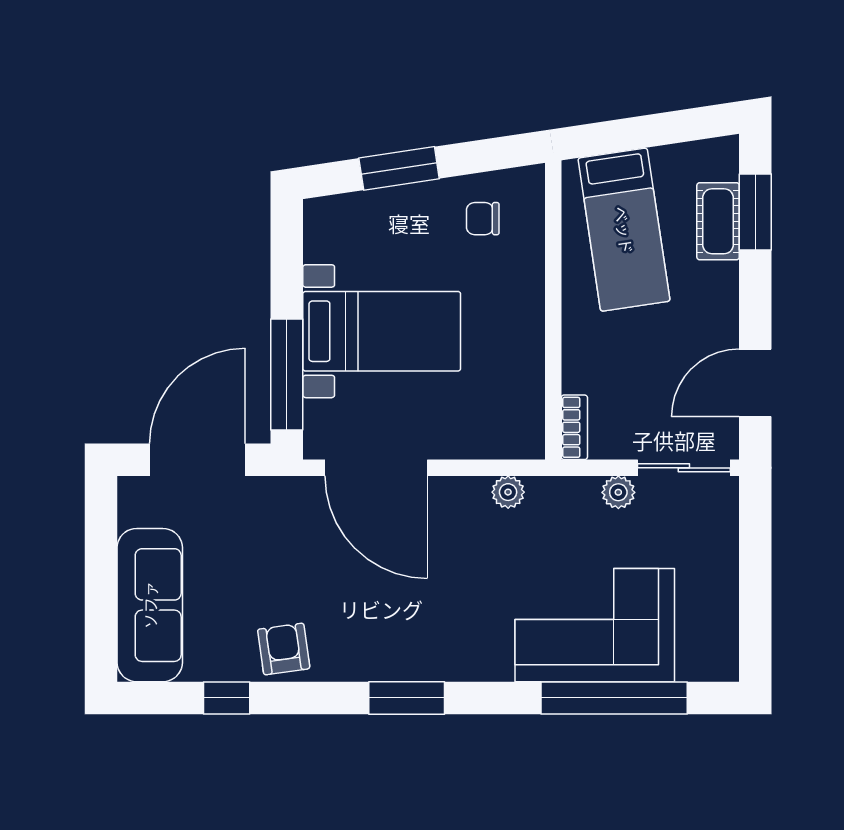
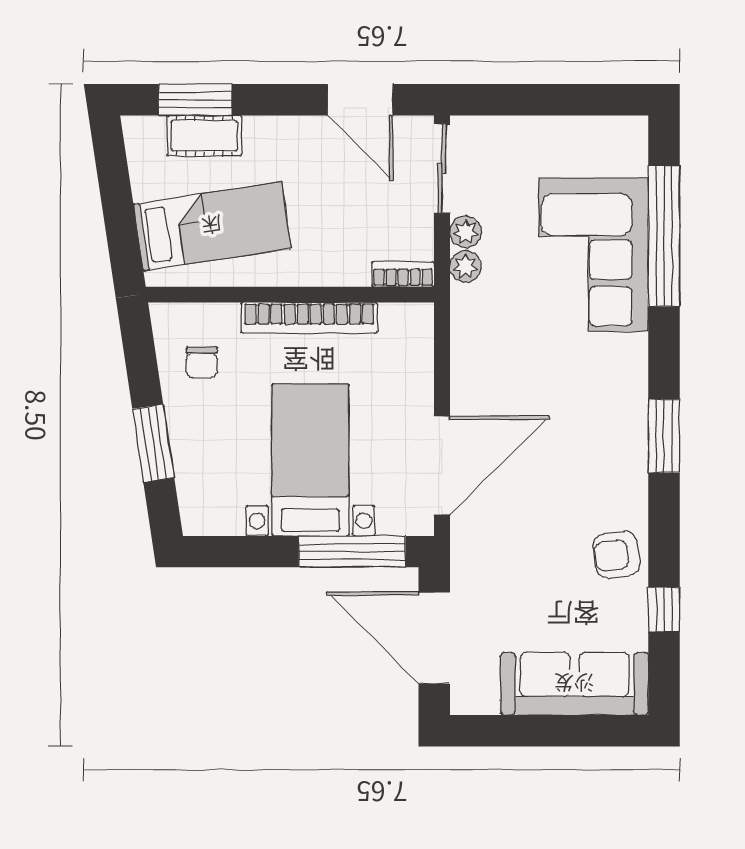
bookcase: (529, 330) -> (309, 318), added
plant: (508, 492) -> (466, 267), moved

